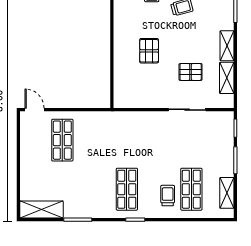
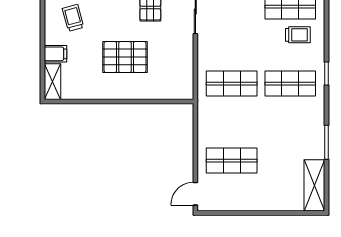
pallet: (149, 51) -> (125, 57), width x1.50, depth x1.42
shop shelf: (127, 140) -> (232, 84), added
trolley: (168, 196) -> (298, 35), turned 180

